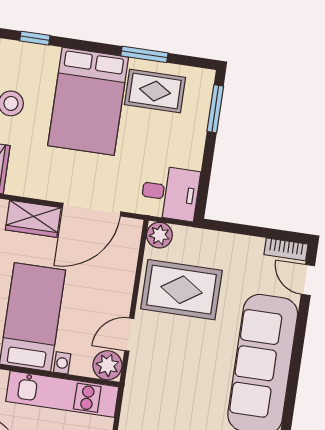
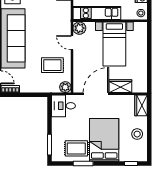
rug: (181, 290) -> (52, 65), width x0.73, depth x0.70
door: (129, 335) -> (72, 43), swing flipped

